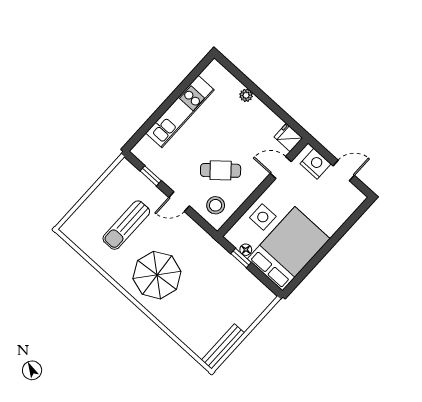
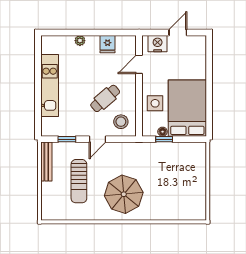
fridge: (288, 137) -> (108, 44), moved, turned -90
bench: (223, 346) -> (46, 161), moved

